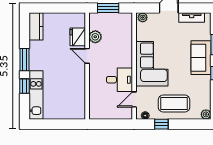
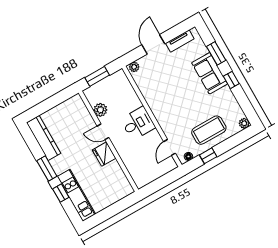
kitchen counter: (36, 26) -> (44, 138), width x1.50
fridge: (78, 37) -> (104, 154), moved
corner sofa: (152, 64) -> (167, 105), removed
desk: (119, 80) -> (138, 123), moved

